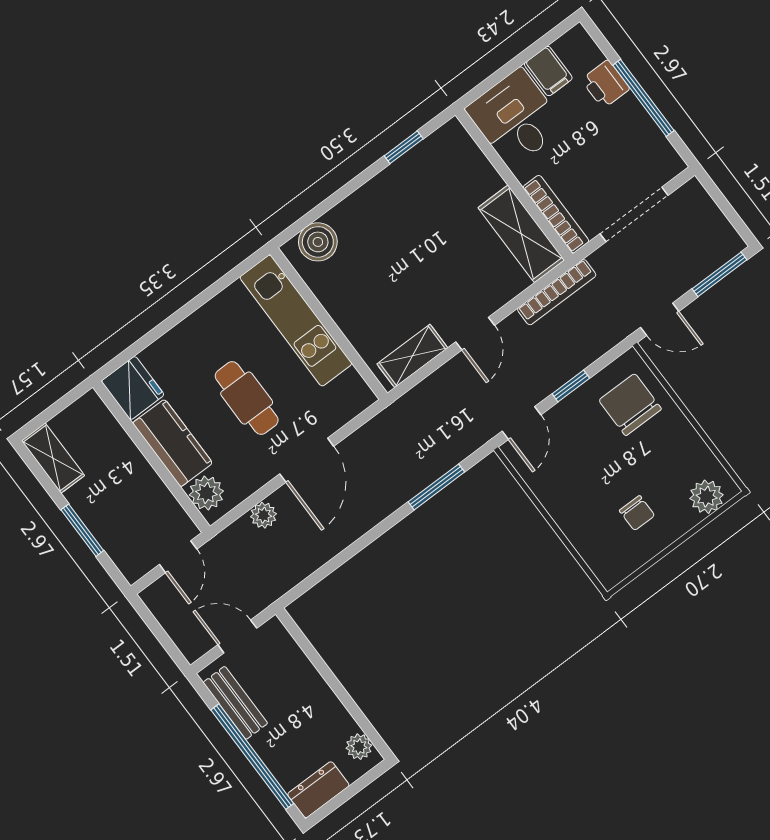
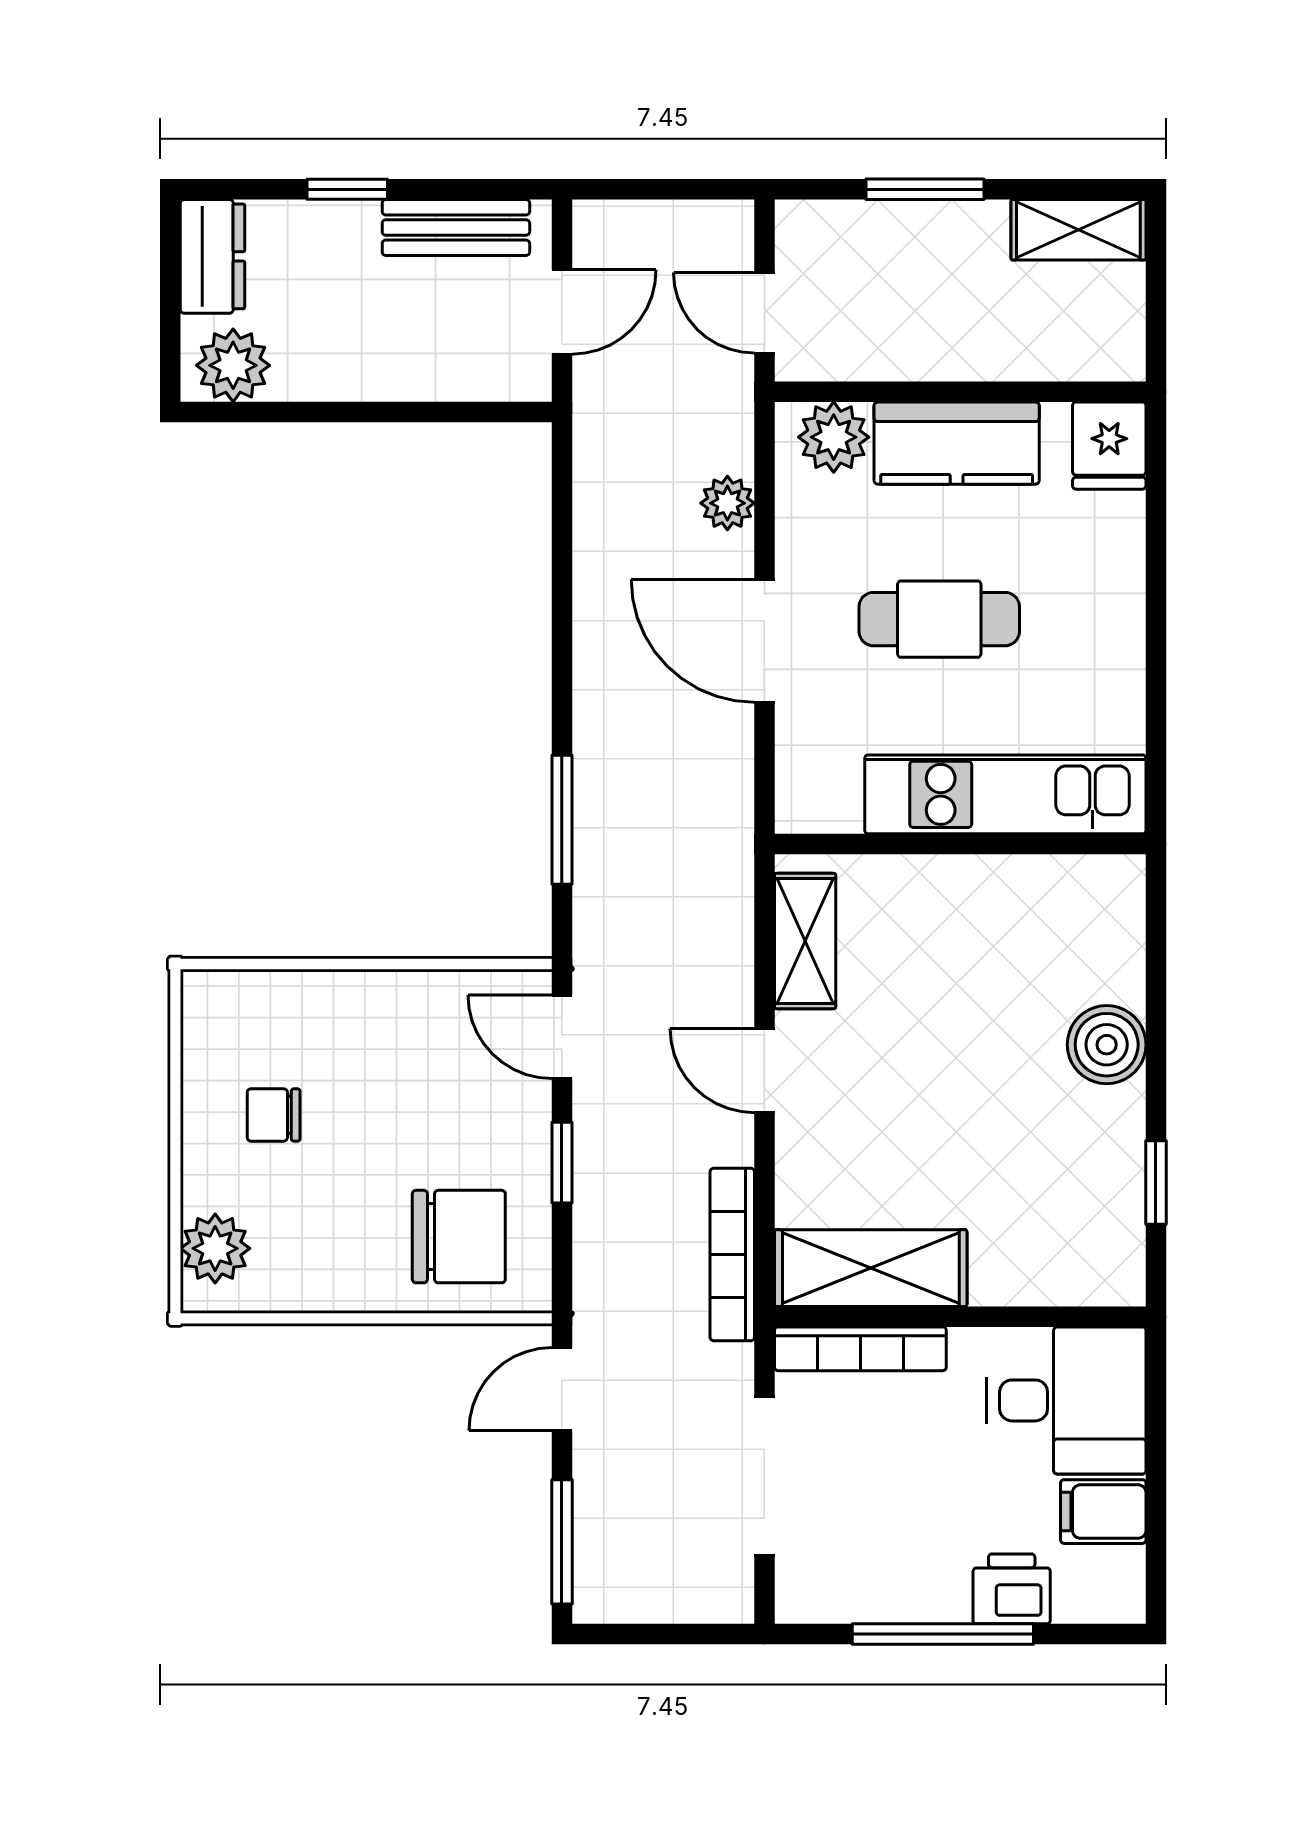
boiler: (318, 242) -> (1107, 1045), moved
fridge: (133, 388) -> (1109, 446), width x0.72
plant: (359, 747) -> (233, 365), width x1.38, depth x1.38
window: (252, 757) -> (347, 189), width x0.32

